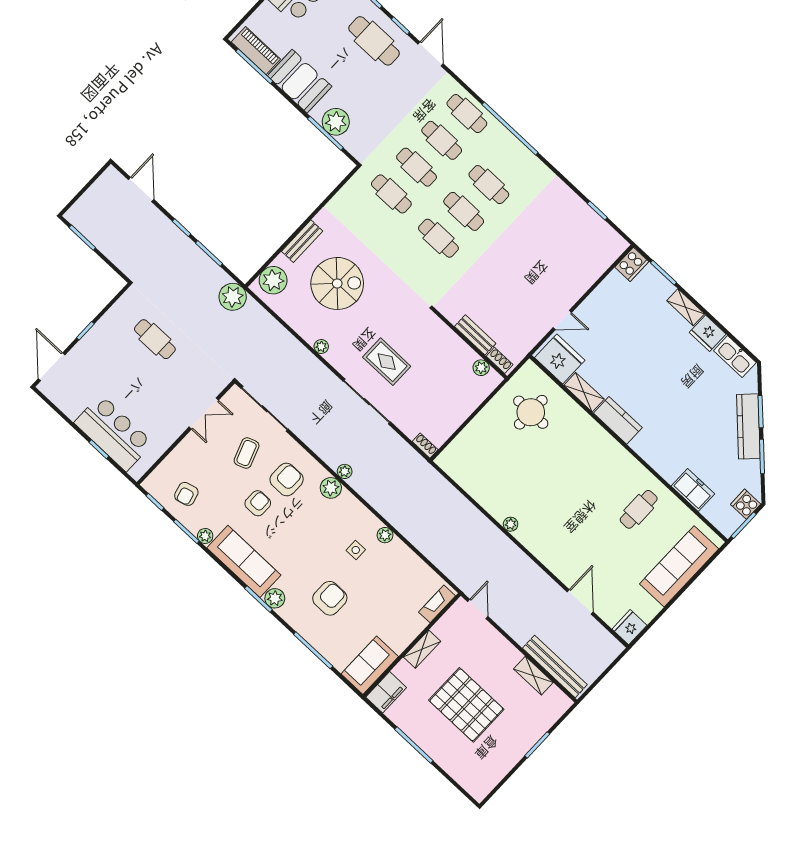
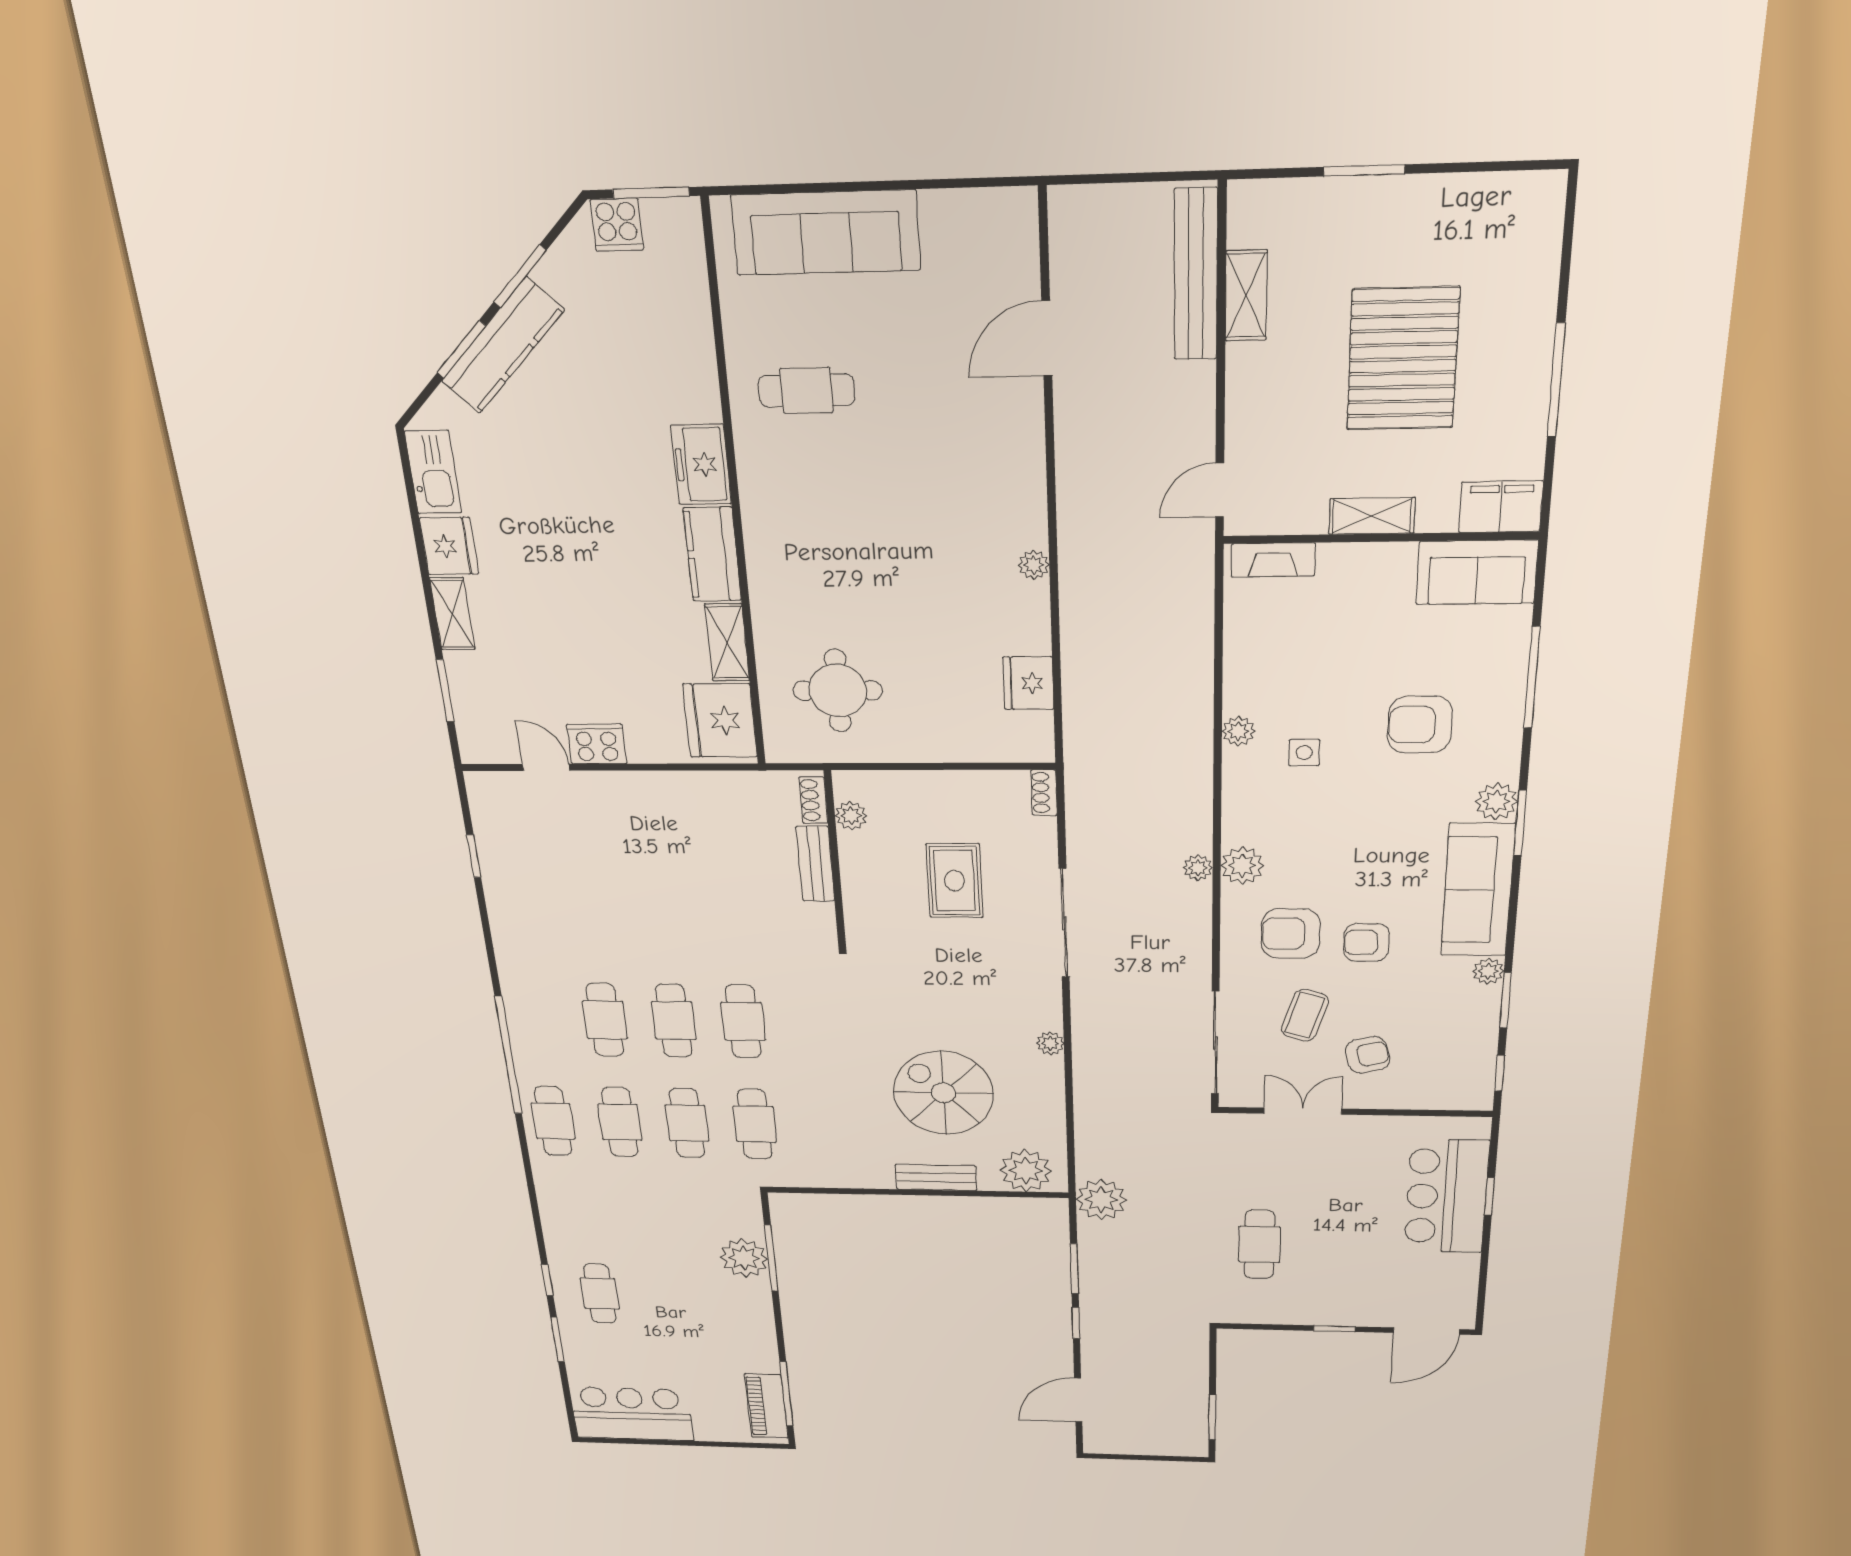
cafe table: (374, 41) -> (600, 1294), width x0.73, depth x0.74
door: (431, 54) -> (537, 1221), removed
booth: (300, 81) -> (745, 1334), removed
cooker: (632, 264) -> (597, 744), moved
door: (562, 320) -> (546, 767), moved
rug: (387, 362) -> (954, 881), moved
coffee table: (247, 453) -> (1305, 1015), turned -53
freezer: (693, 490) -> (701, 464), moved
armchair: (186, 494) -> (1368, 1055), moved
fridge: (629, 627) -> (1028, 683), moved, turned 90

